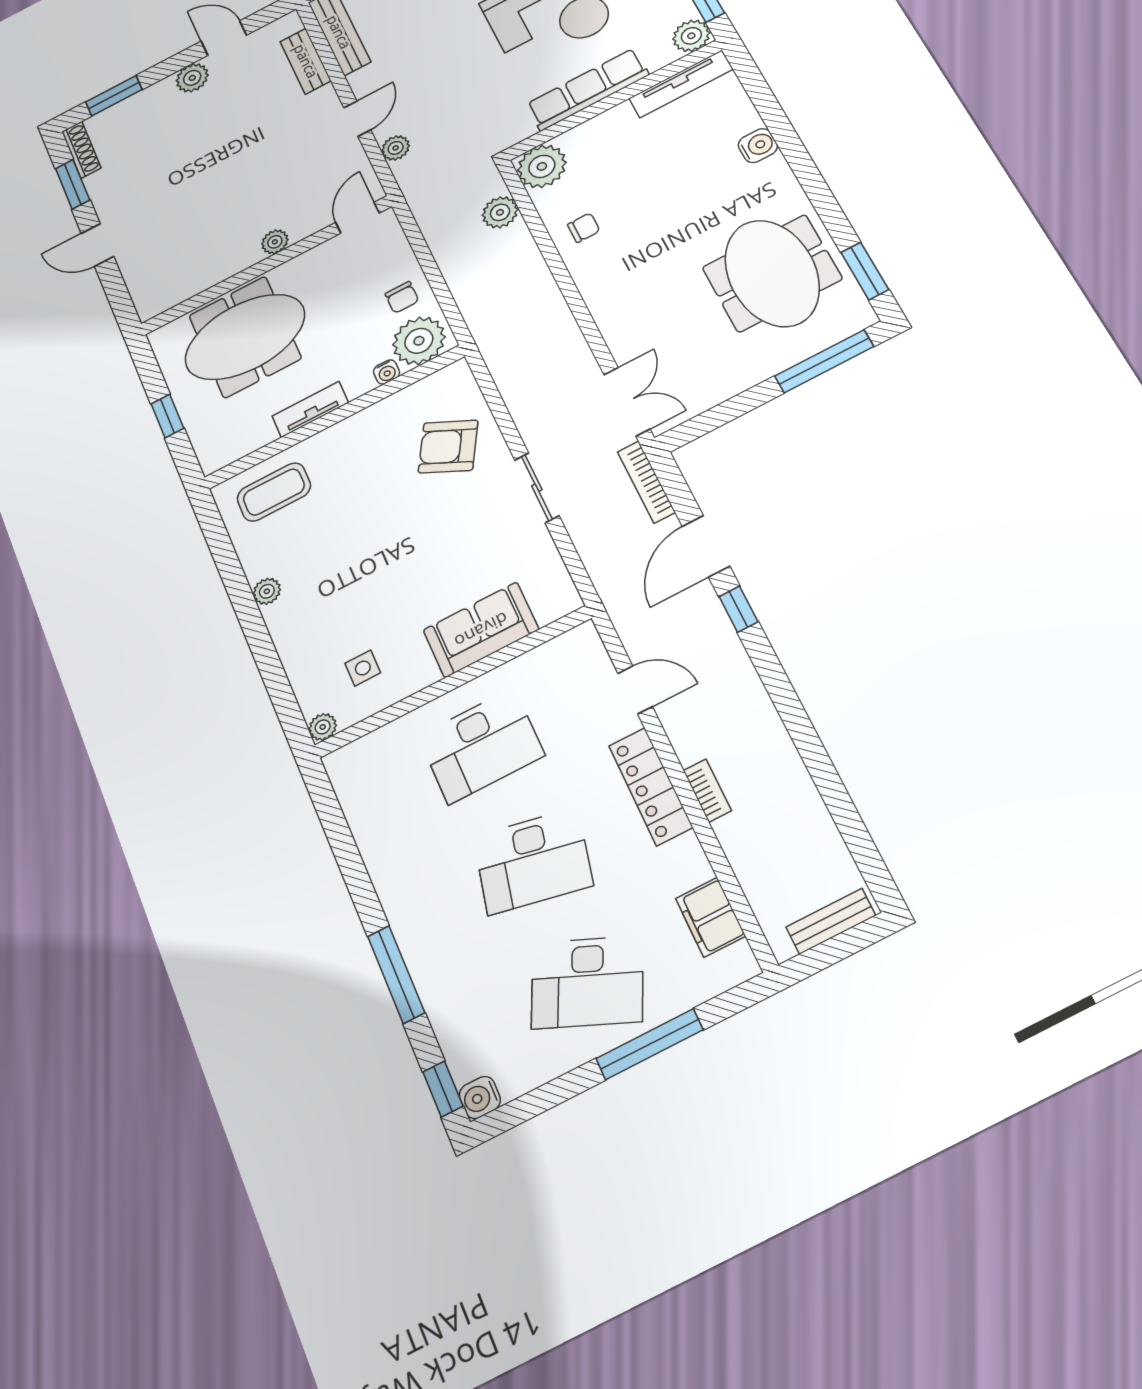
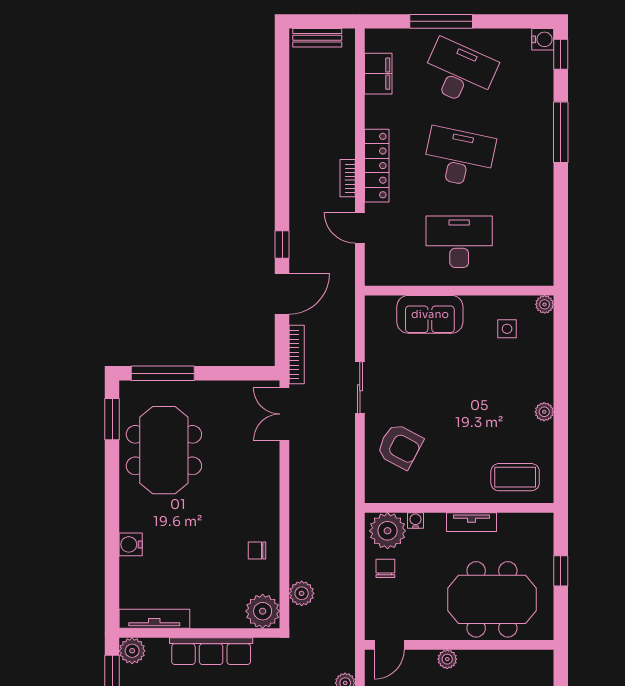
bookcase: (707, 791) -> (348, 178), moved

